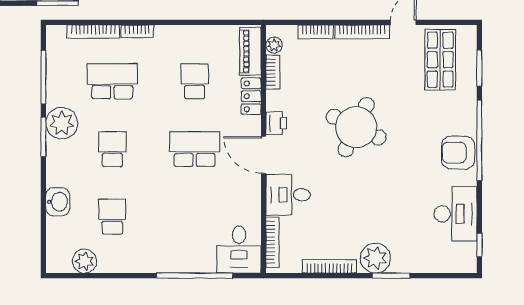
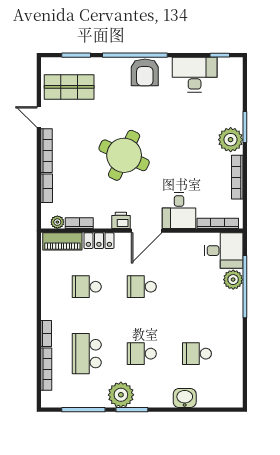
school desk: (195, 149) -> (142, 287), width x0.54
plant: (85, 261) -> (233, 280), moved

